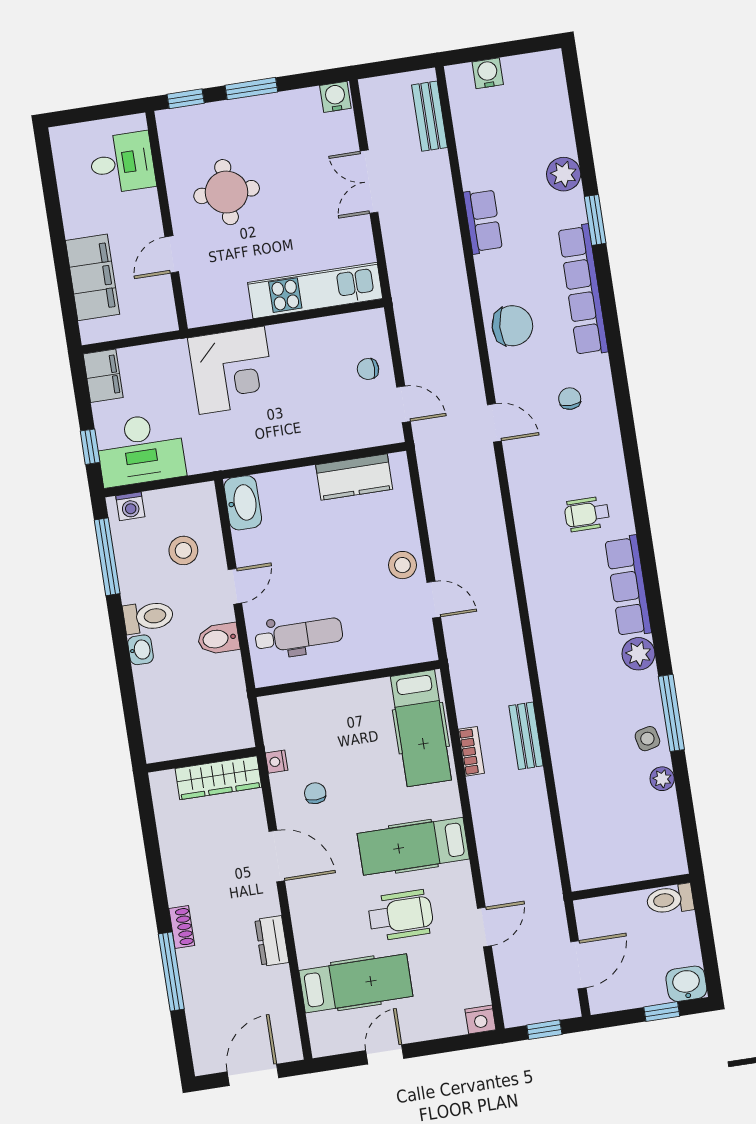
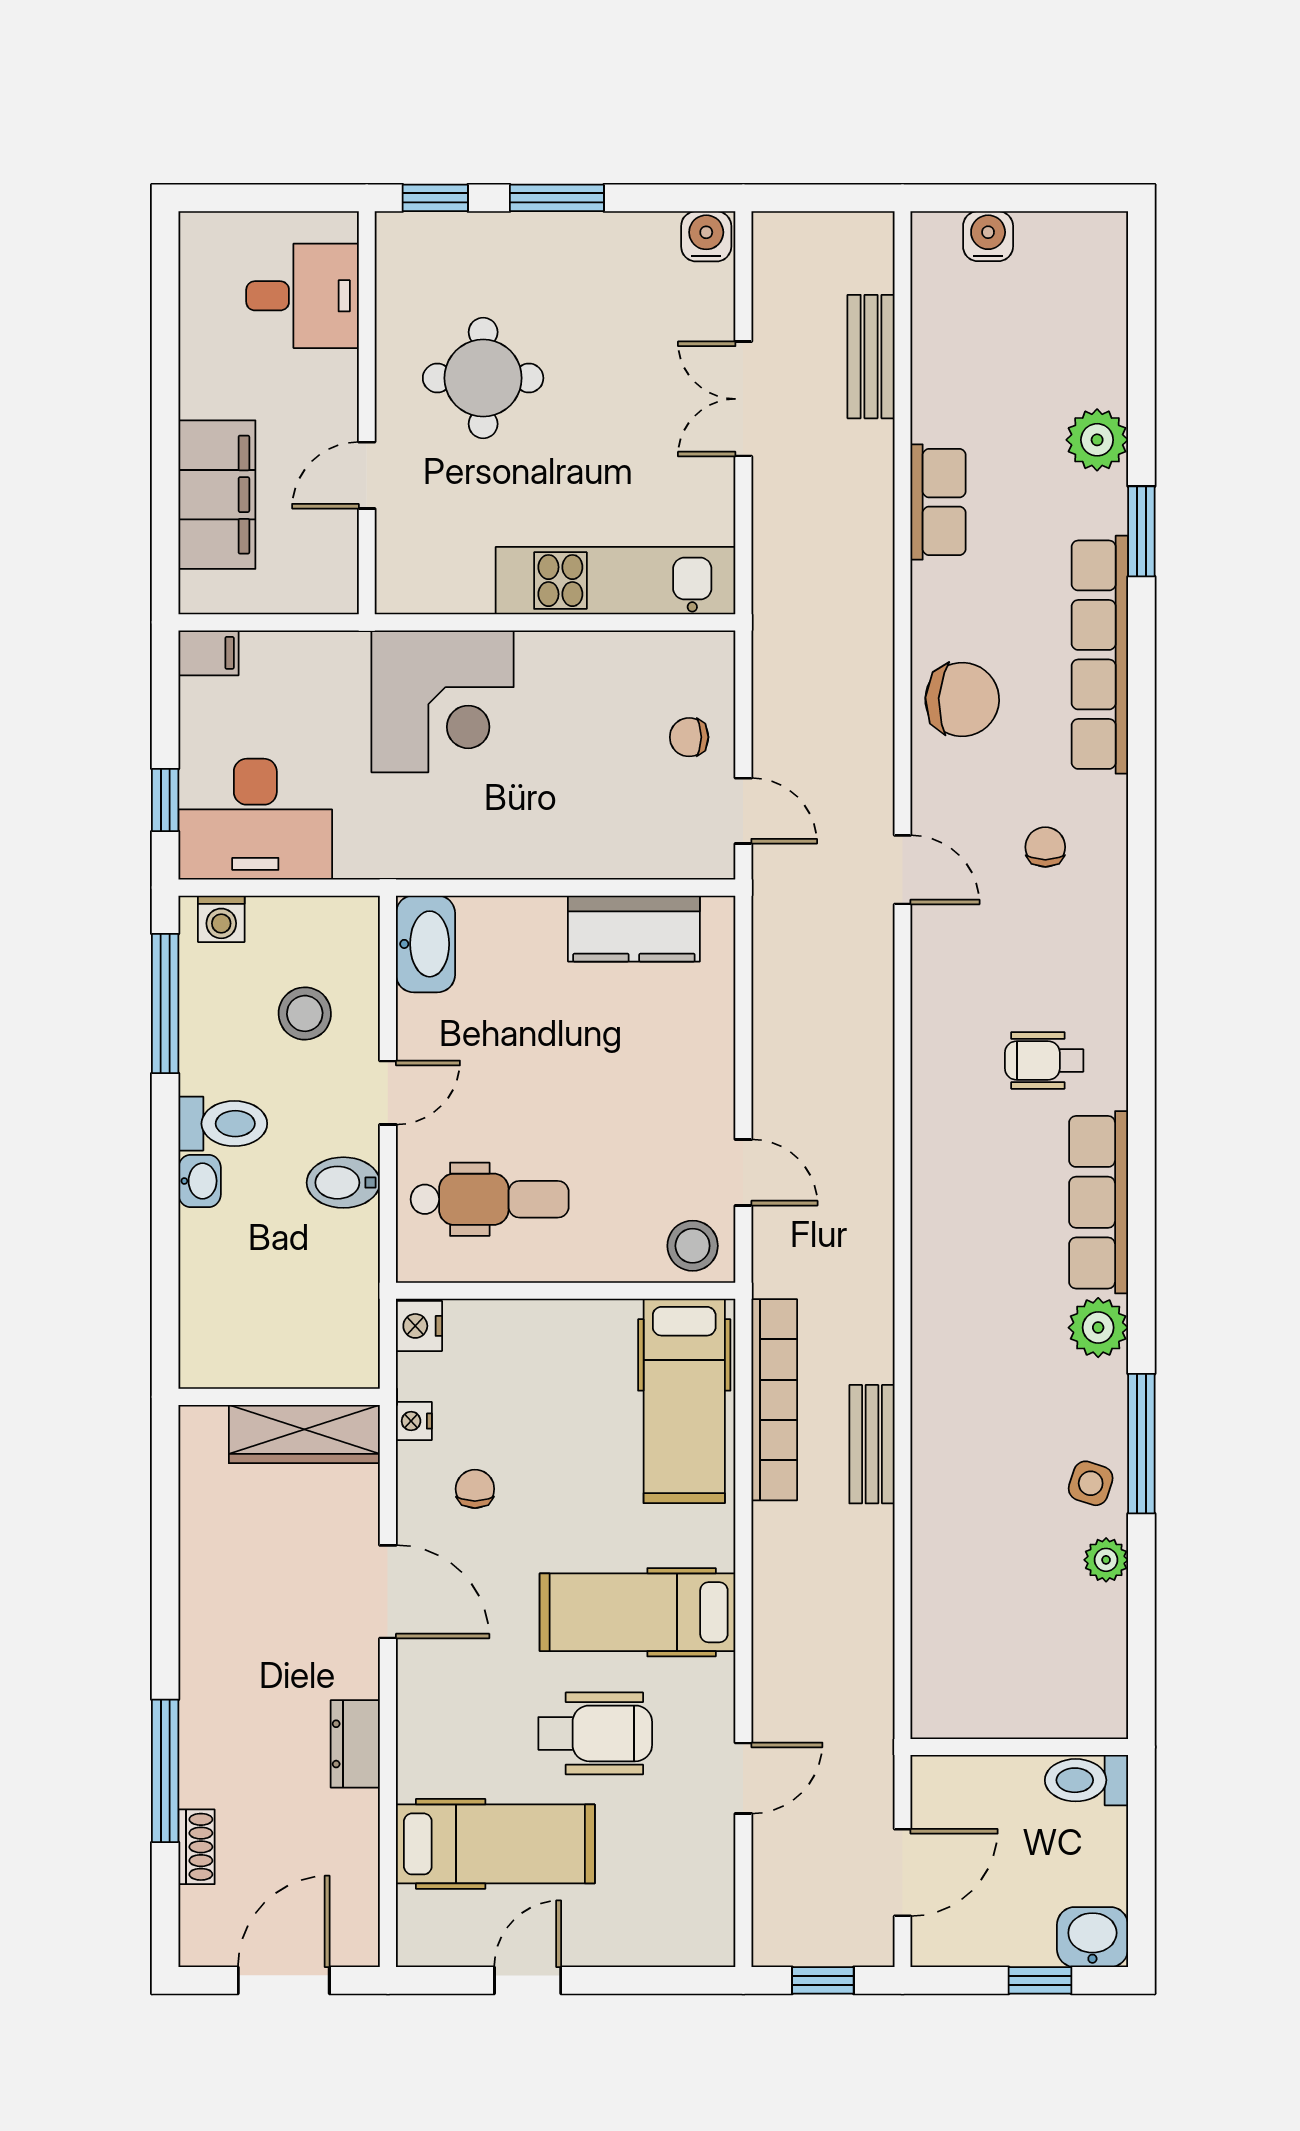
bench: (430, 116) -> (871, 357), moved
filing cabinet: (103, 376) -> (209, 653), width x0.50
stool: (402, 565) -> (693, 1246), moved
side table: (647, 739) -> (1091, 1483), turned 31
bookcase: (471, 751) -> (774, 1400), width x2.31, depth x1.31
shoe rack: (182, 927) -> (197, 1847), moved
nightstand: (480, 1019) -> (419, 1326), moved, turned 90

